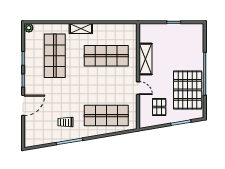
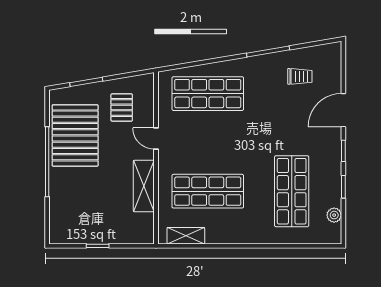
plant: (29, 28) -> (334, 215), moved
shelving: (81, 28) -> (186, 236), moved
trolley: (66, 122) -> (300, 76), moved

